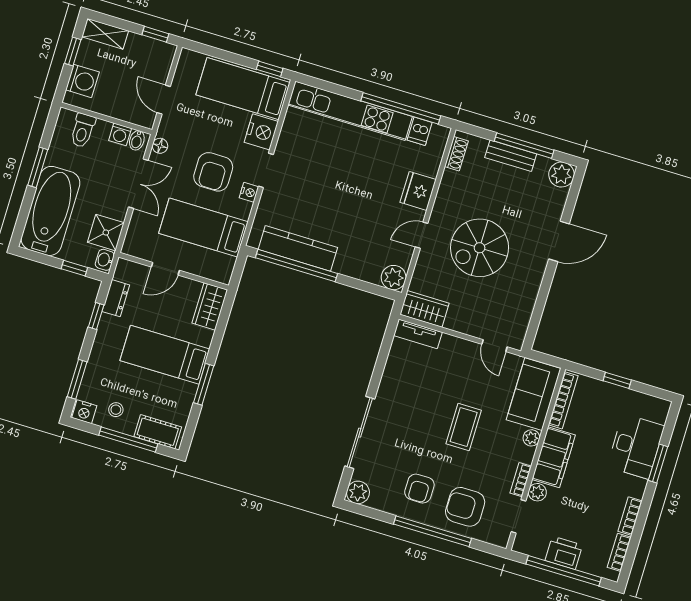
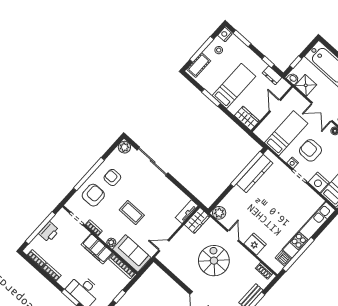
plant: (537, 492) -> (84, 233), removed

